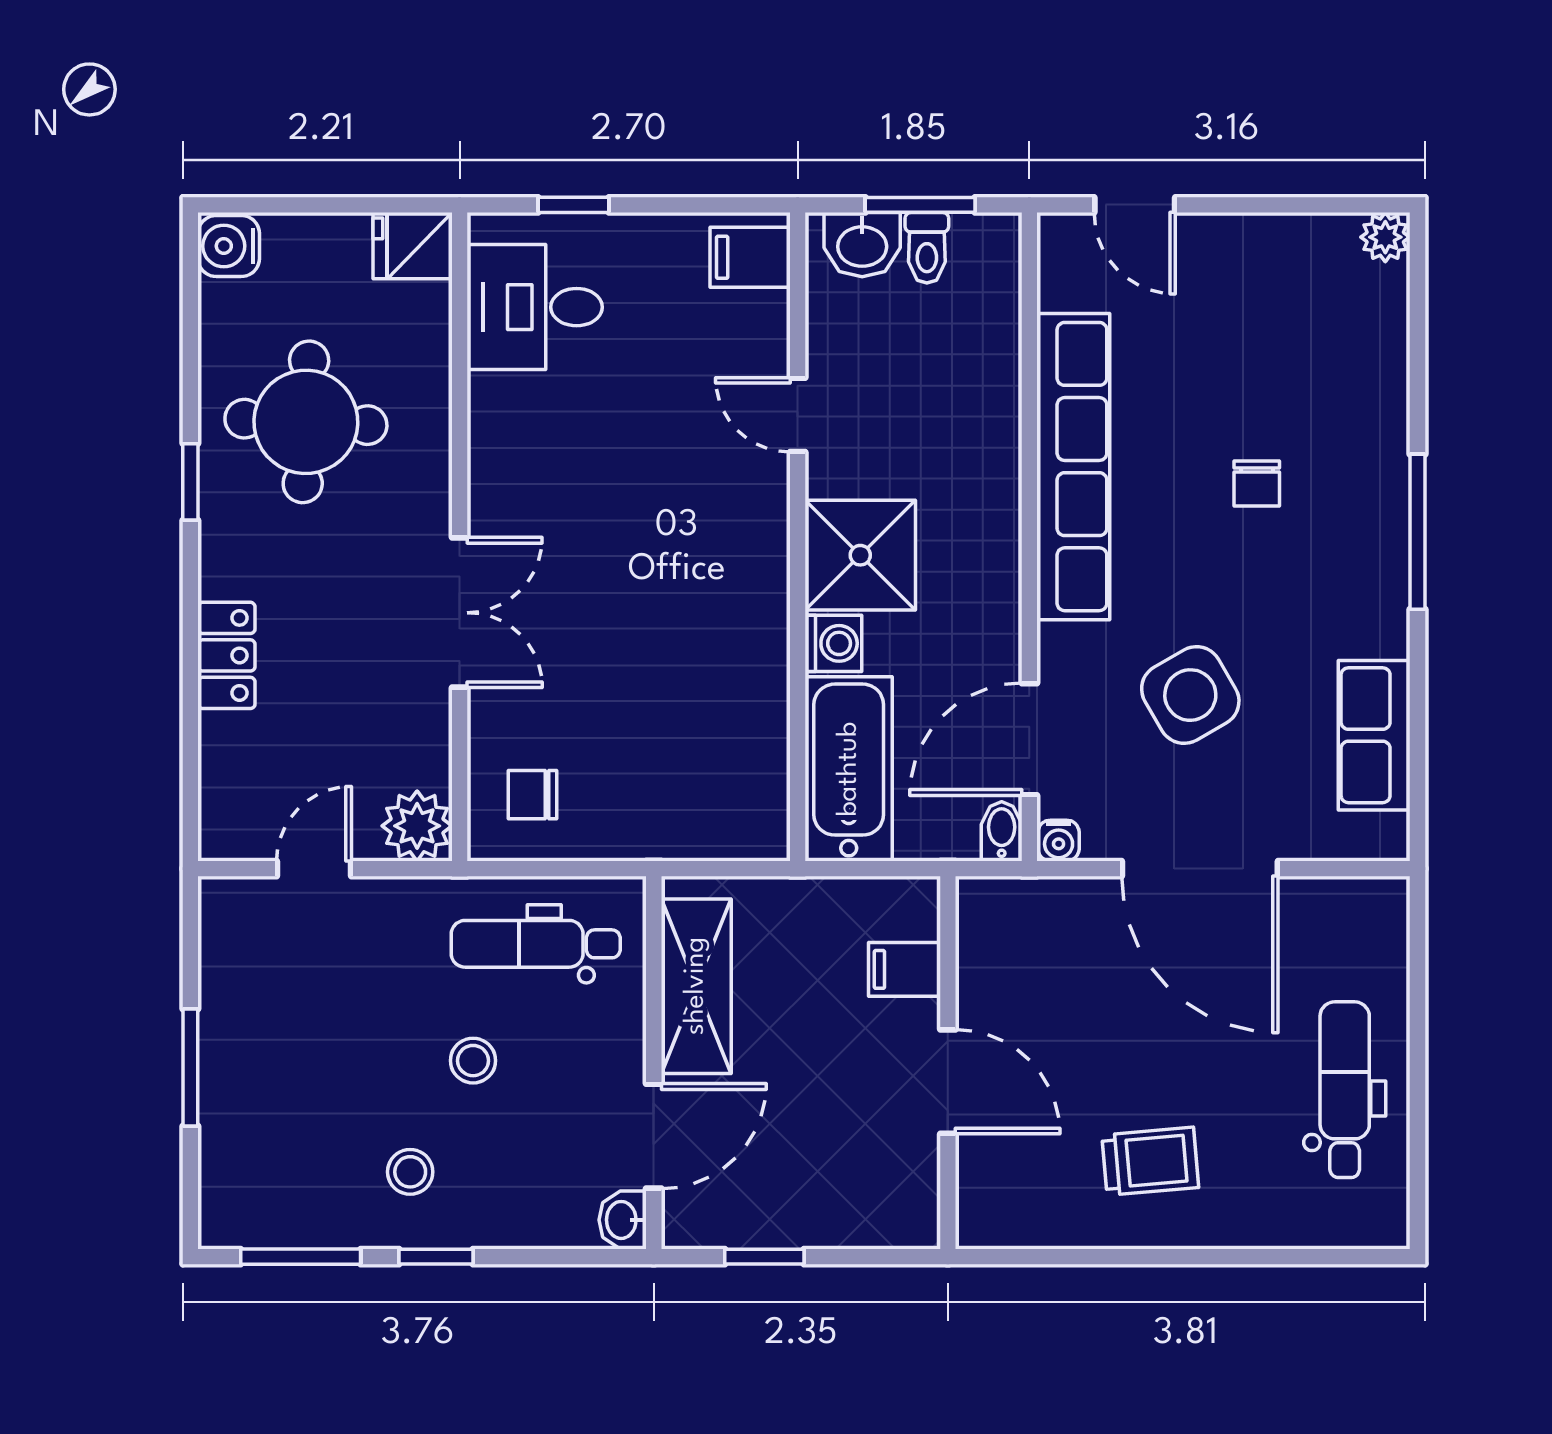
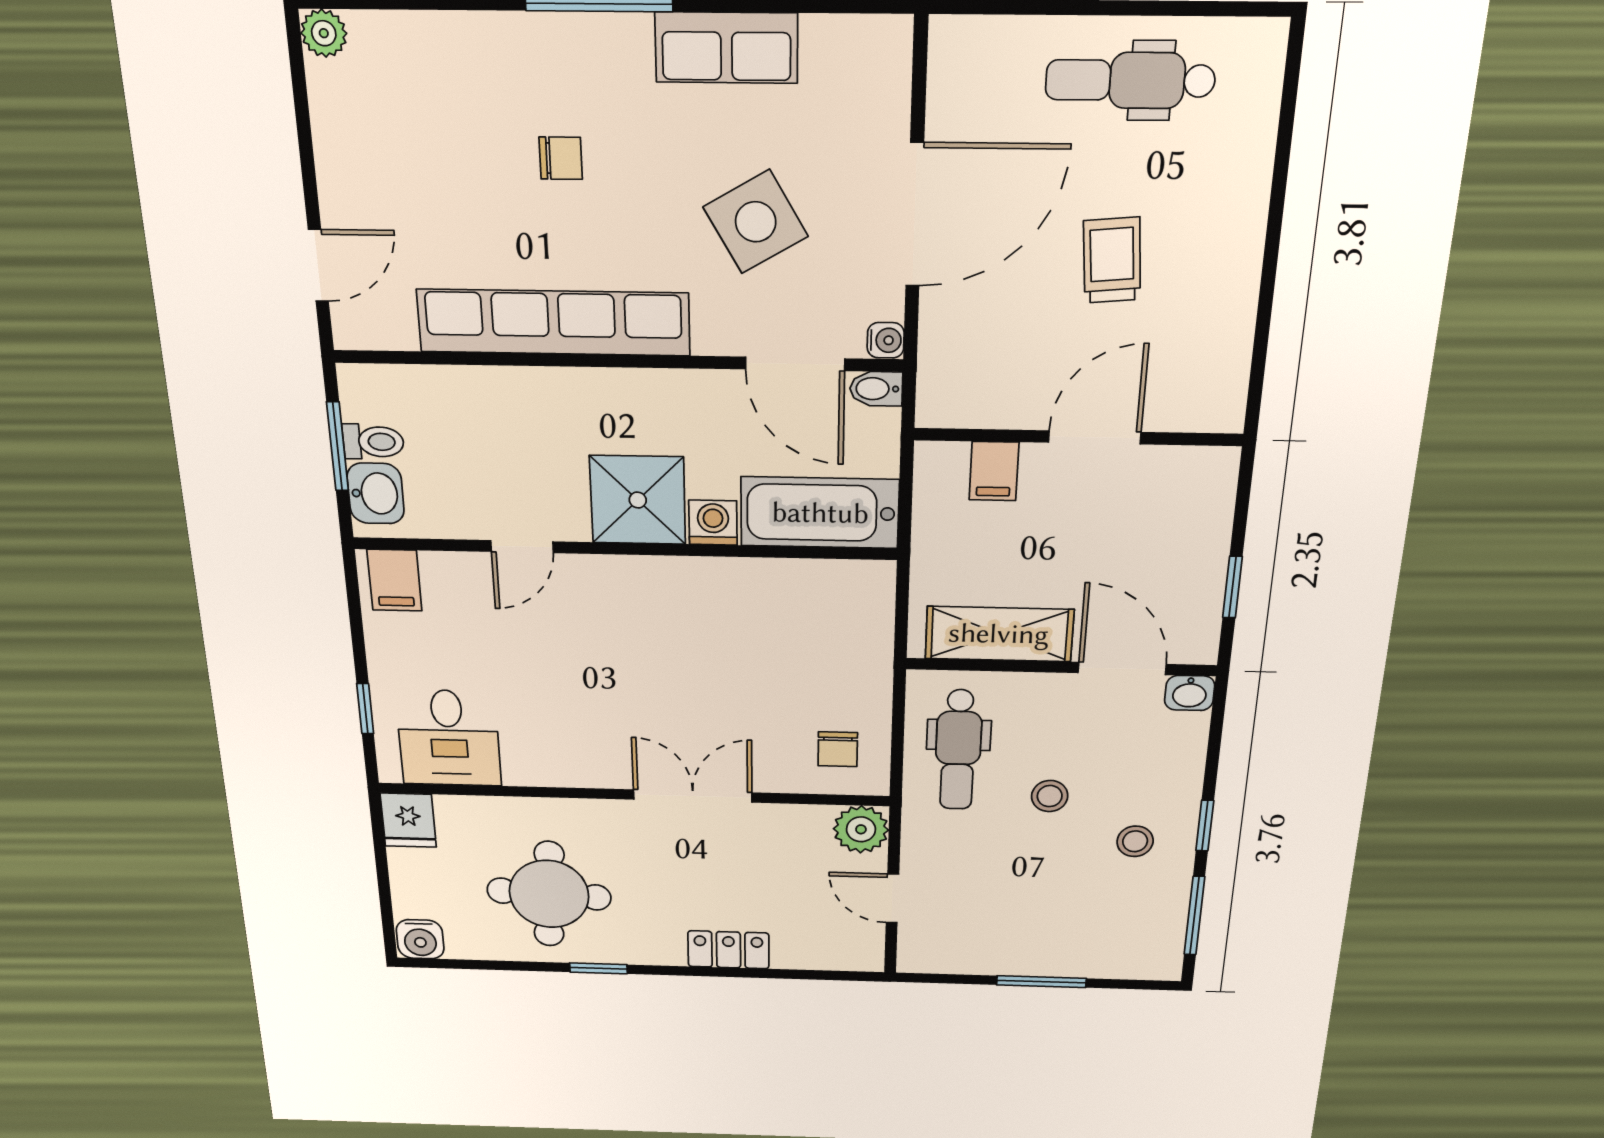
row of seats: (1374, 735) -> (726, 48), moved
trolley: (1150, 1161) -> (1112, 260), moved

